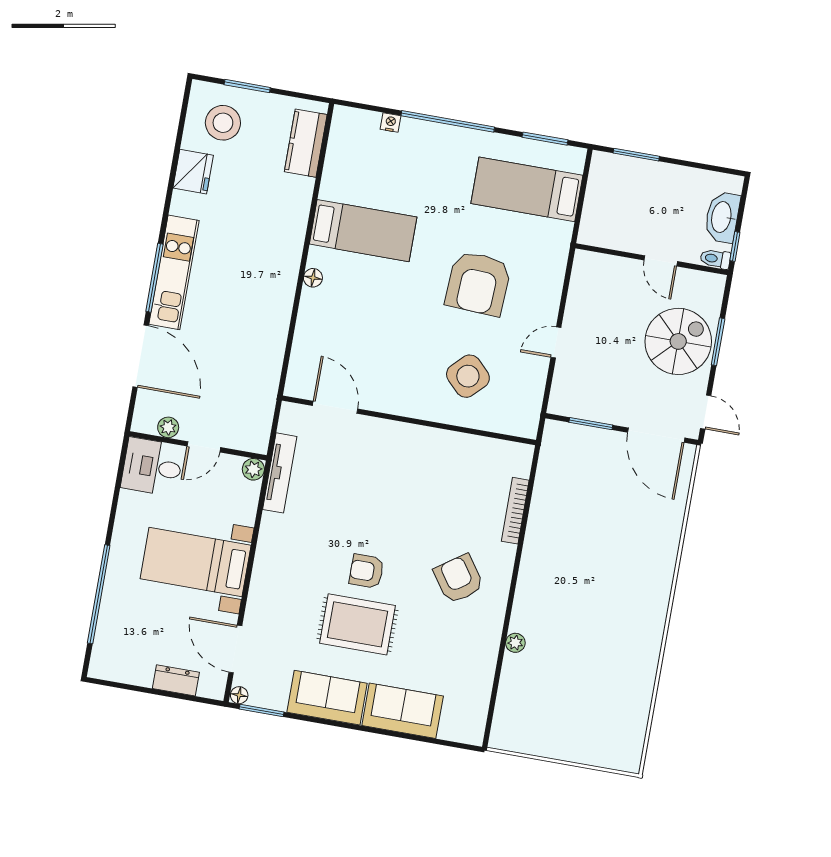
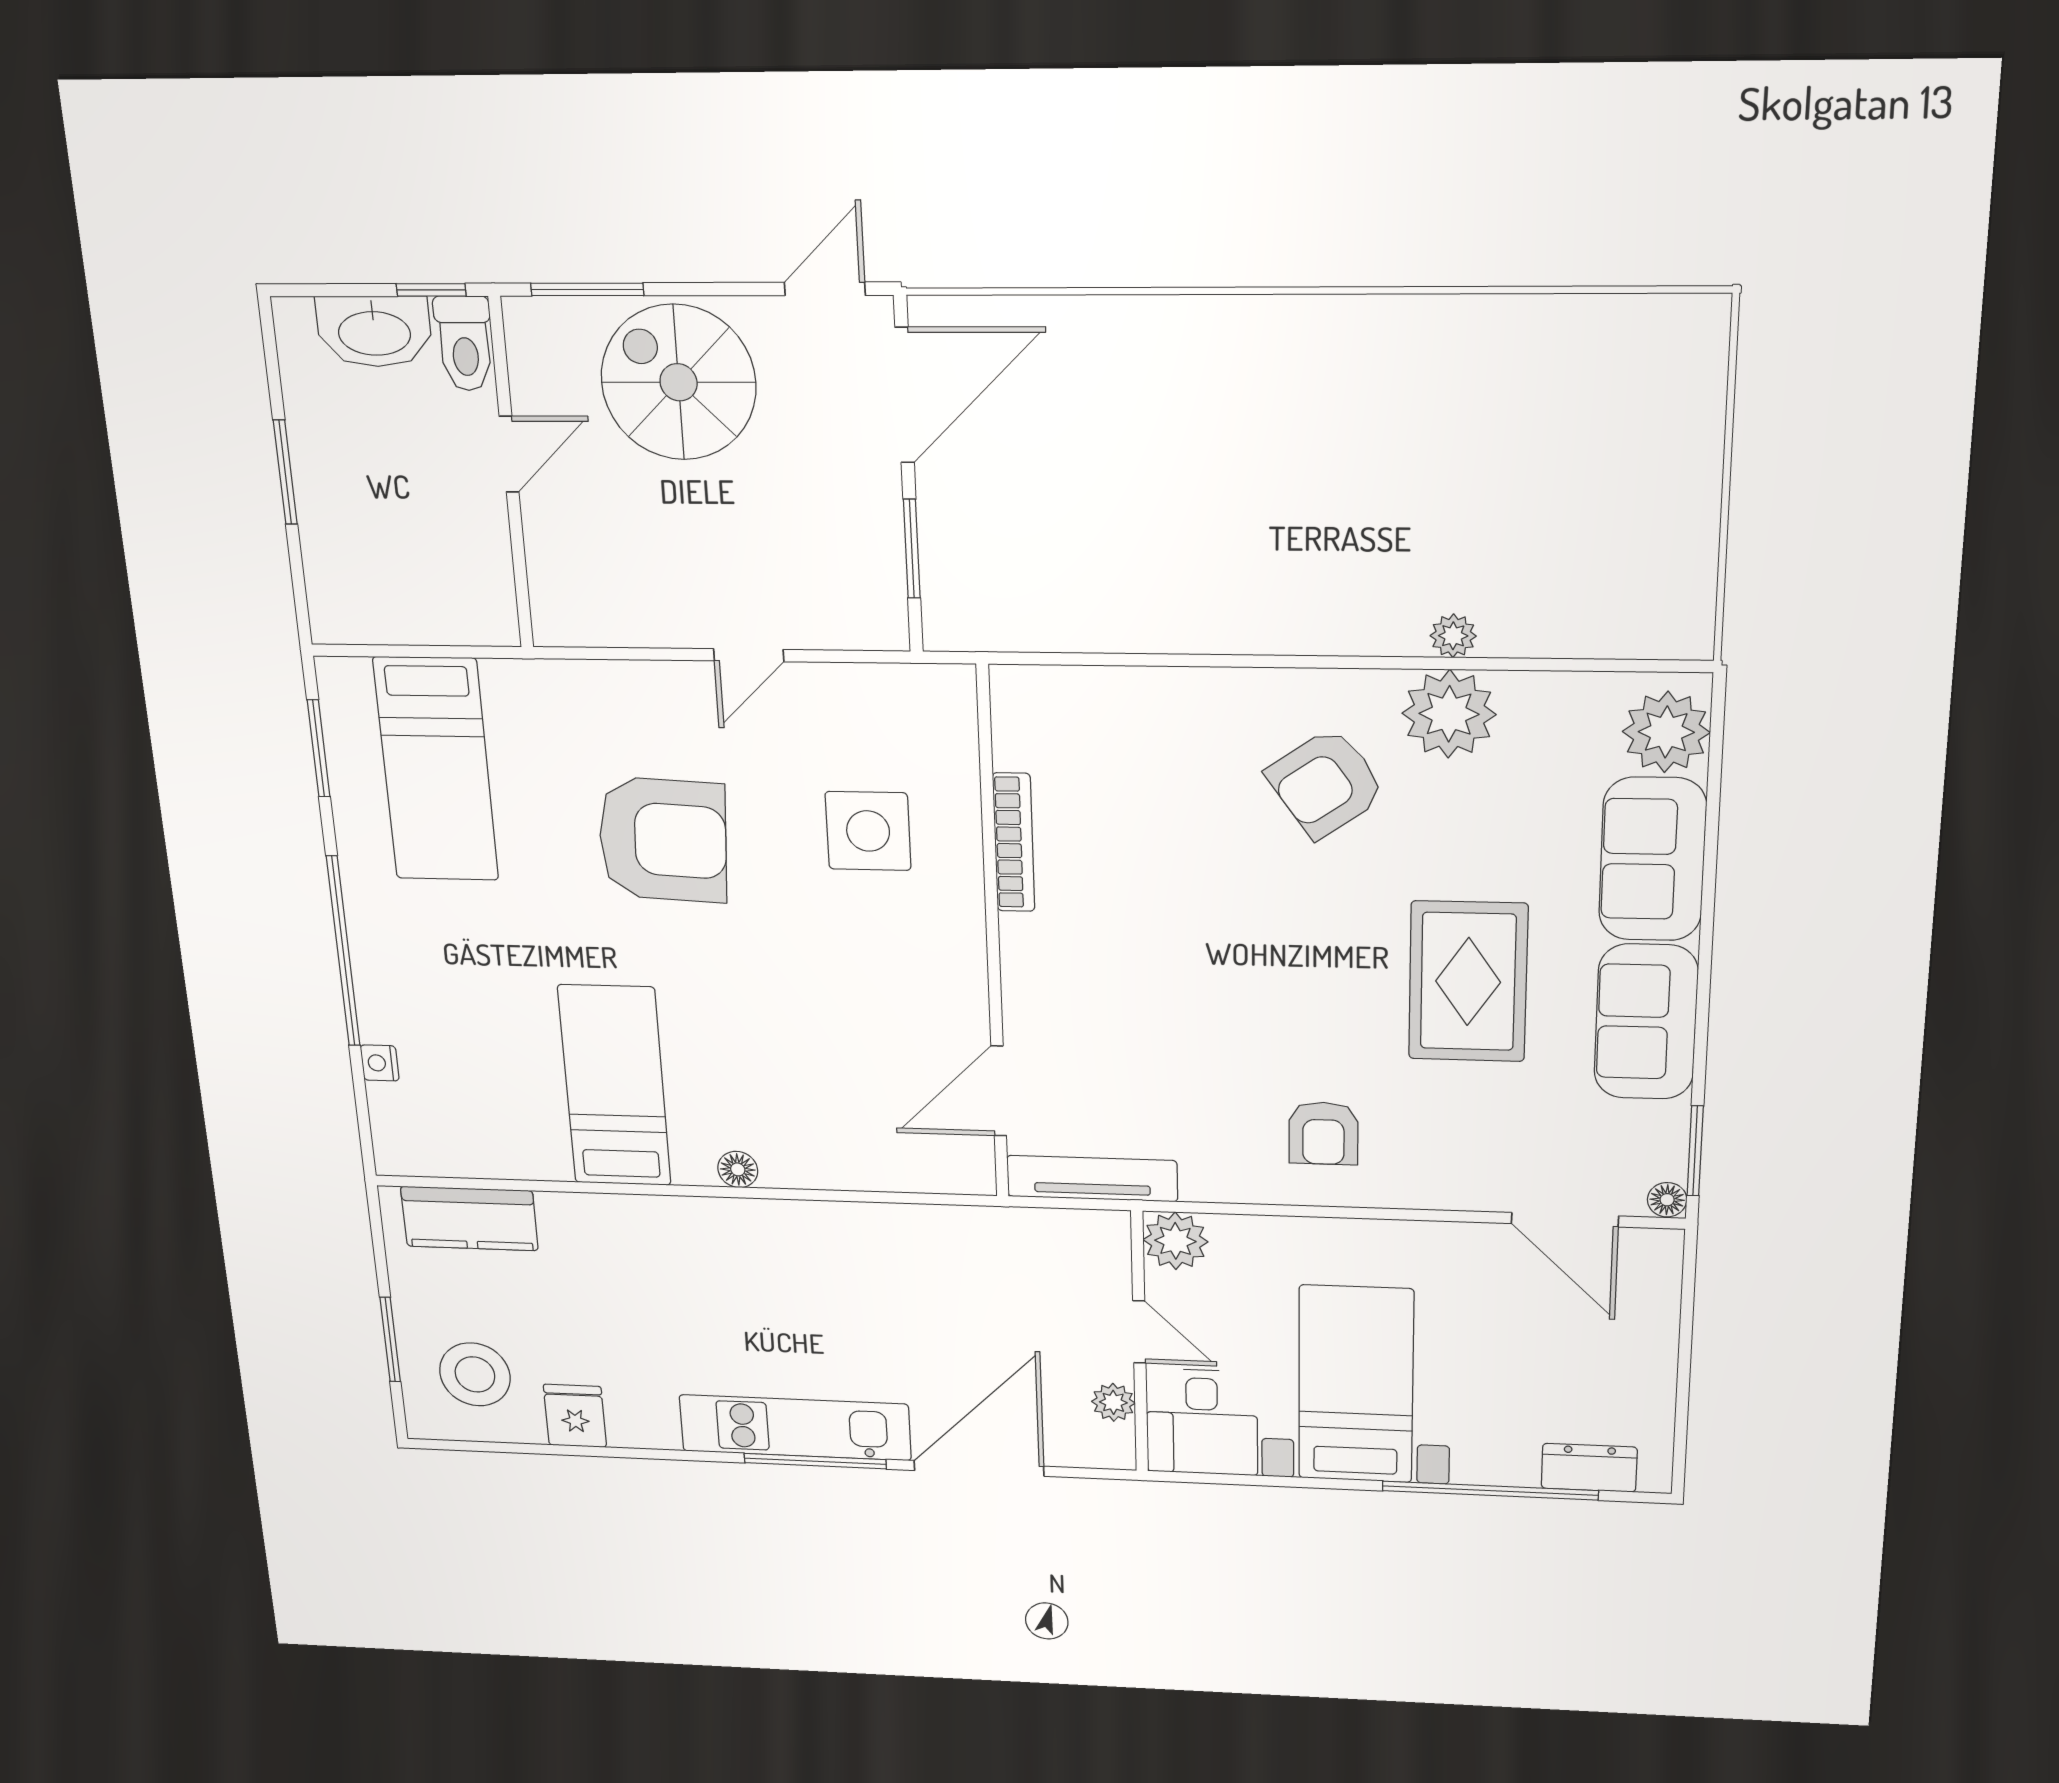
window: (636, 155) -> (285, 472), moved
fridge: (193, 172) -> (575, 1416), width x0.72
toilet: (715, 259) -> (465, 343), width x1.37, depth x1.39
door: (556, 342) -> (749, 655), hinge flipped
window: (718, 342) -> (587, 289), moved
side table: (468, 376) -> (868, 831), turned 45
plant: (253, 469) -> (1175, 1241), width x1.38, depth x1.38
tv unit: (280, 473) -> (1092, 1179), moved
bookcase: (515, 511) -> (1014, 842), moved, turned -90
bed with nightstands: (196, 562) -> (1356, 1385), moved, turned 180
armchair: (367, 571) -> (1323, 1133), moved
plant: (481, 636) -> (1449, 714), added
door: (235, 649) -> (1565, 1220), hinge flipped
dresser: (176, 680) -> (1589, 1468), moved, turned 90
plant: (459, 724) -> (1666, 732), added

